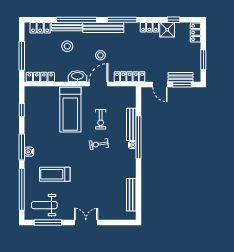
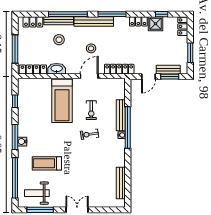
washbasin: (77, 76) -> (57, 69), moved
door: (160, 85) -> (148, 77), hinge flipped

